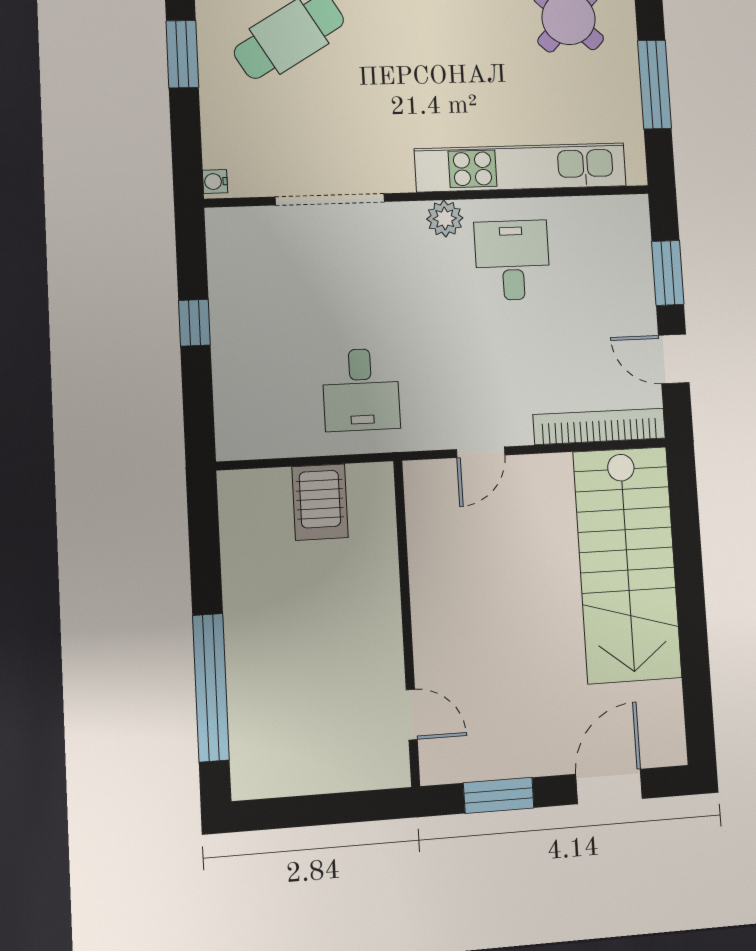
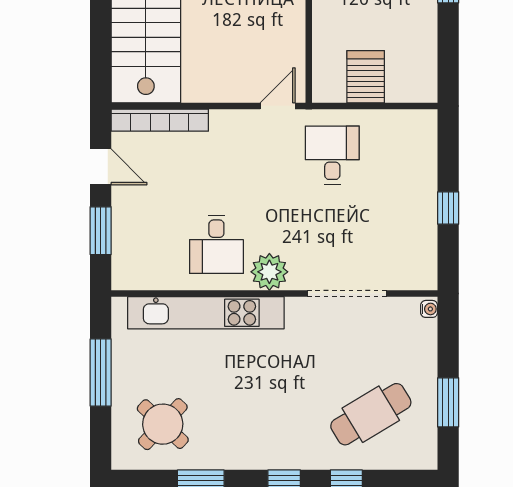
plant: (445, 219) -> (269, 272), width x1.36, depth x1.36
door: (481, 452) -> (278, 106), moved

